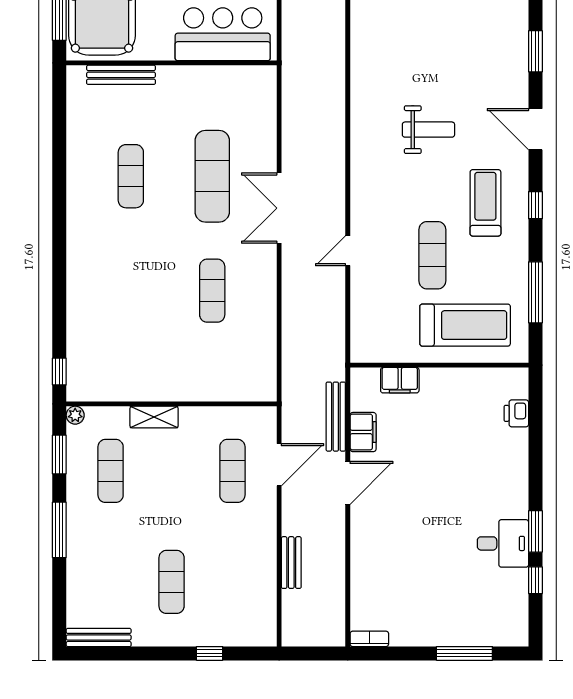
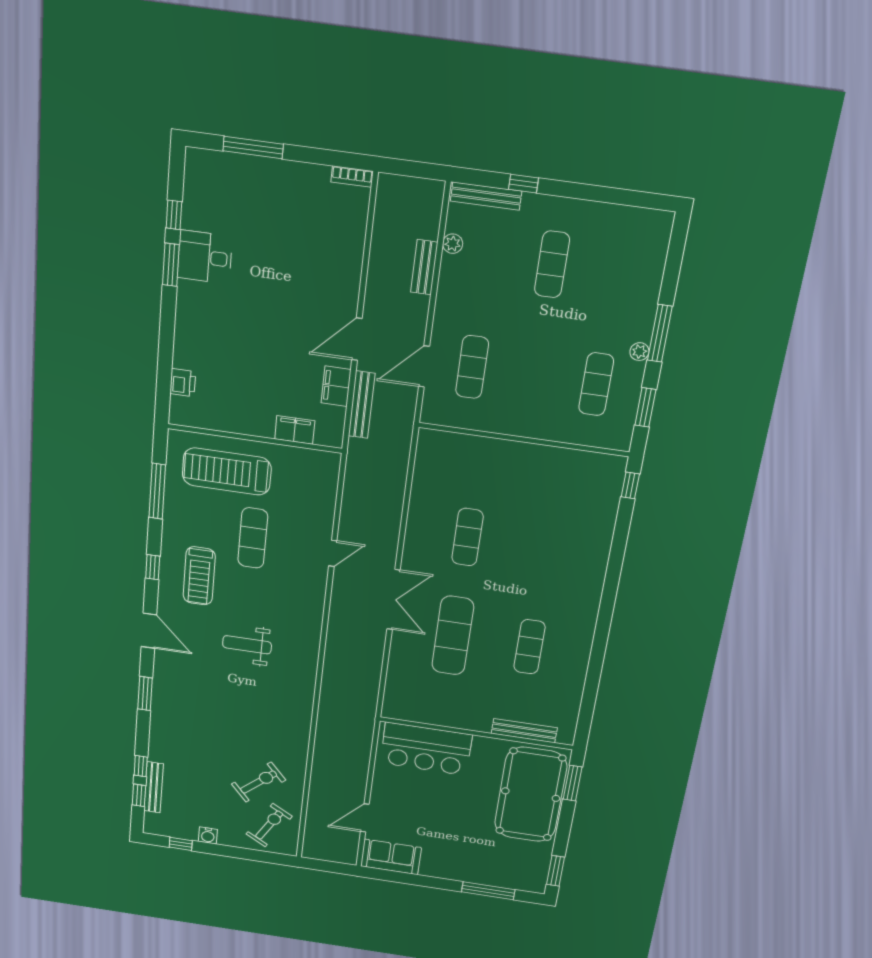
plant: (75, 415) -> (639, 352), moved
shelving: (154, 417) -> (543, 430), removed
plant: (267, 589) -> (453, 244), added
bench: (99, 637) -> (486, 196), moved

